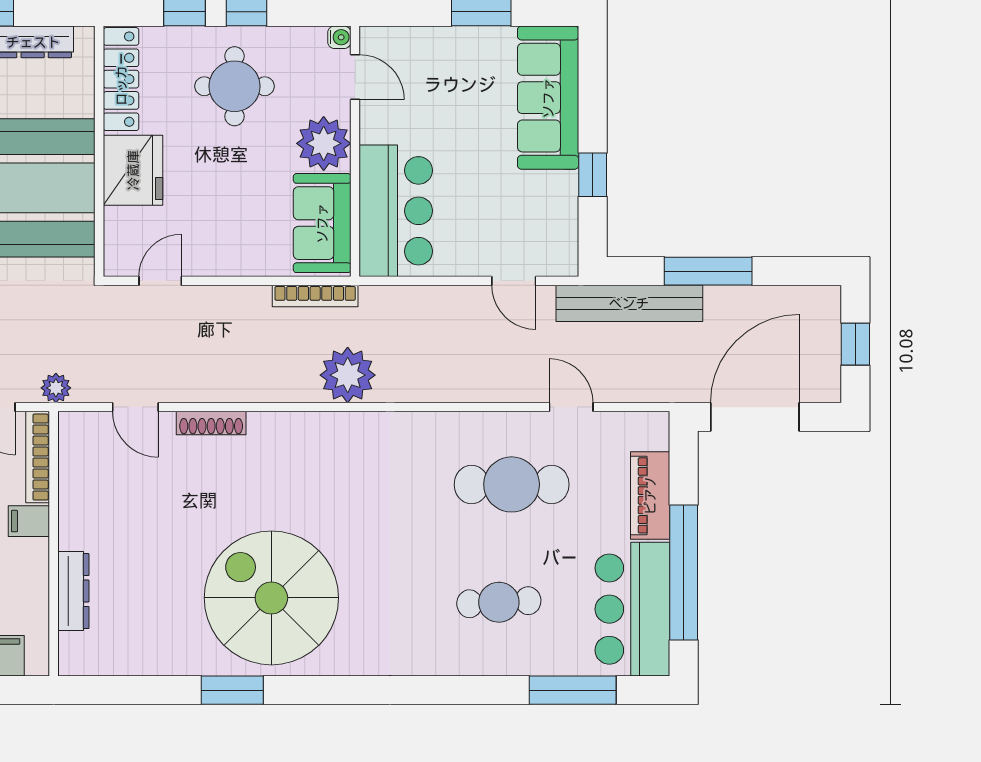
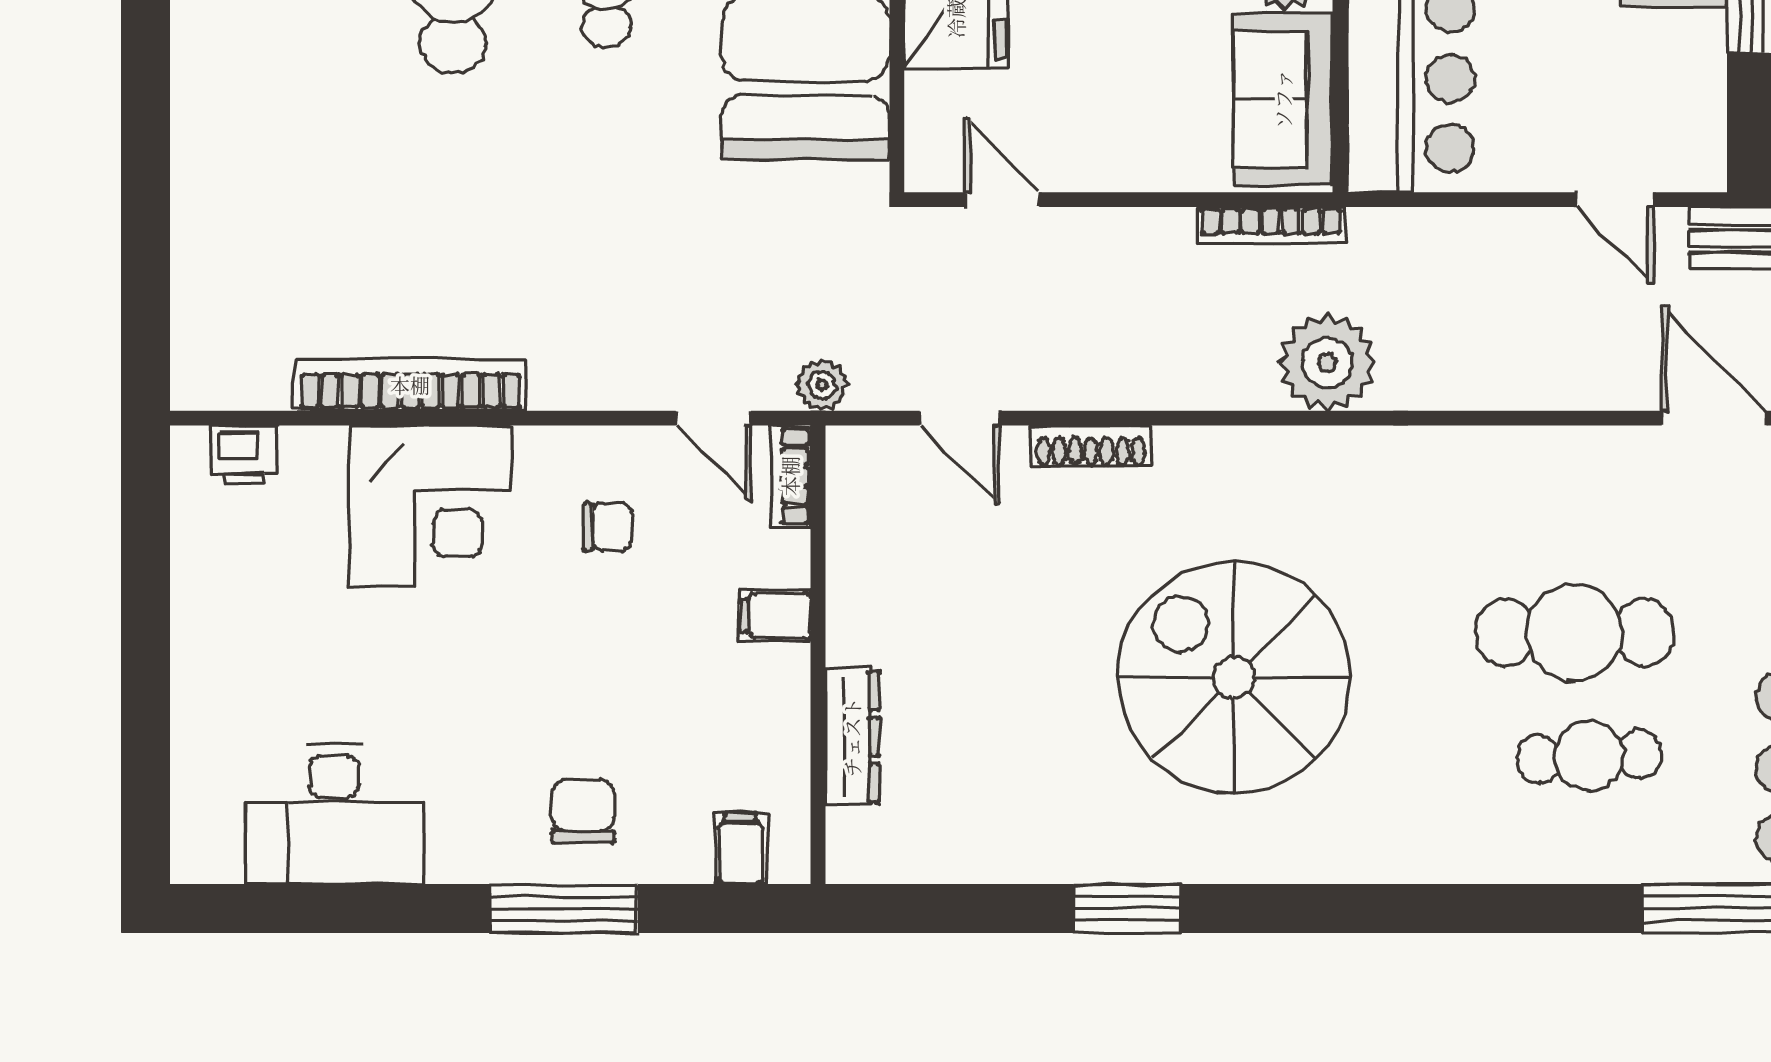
door: (160, 281) -> (1003, 200), hinge flipped
door: (571, 407) -> (1714, 418), width x1.37
bookcase: (38, 457) -> (790, 476), width x0.64
cafe table: (512, 484) -> (1574, 632), moved
spiral stairs: (271, 598) -> (1234, 677), moved

